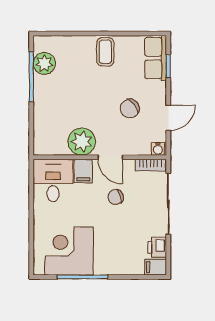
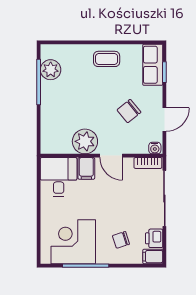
coffee table: (105, 52) -> (107, 59), turned 90
chair: (116, 197) -> (121, 240), moved

